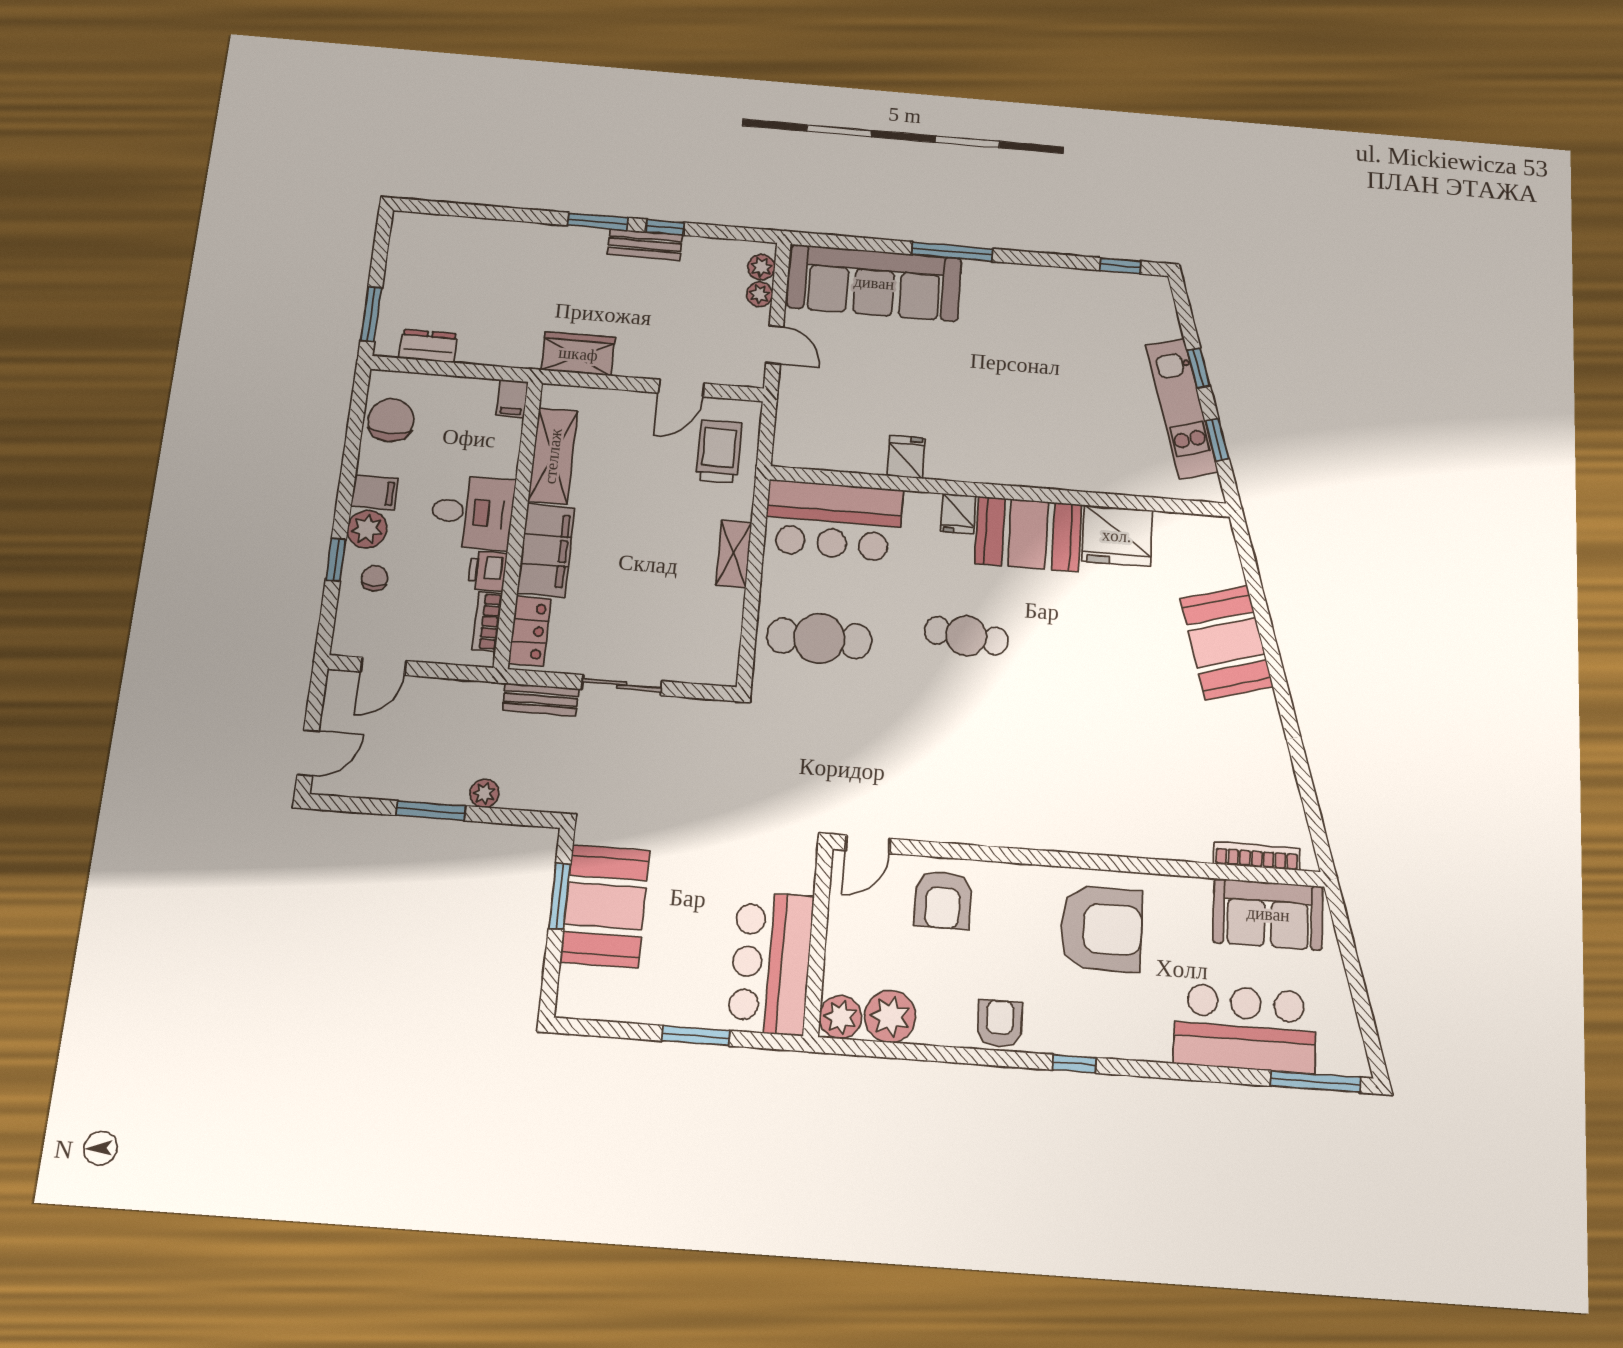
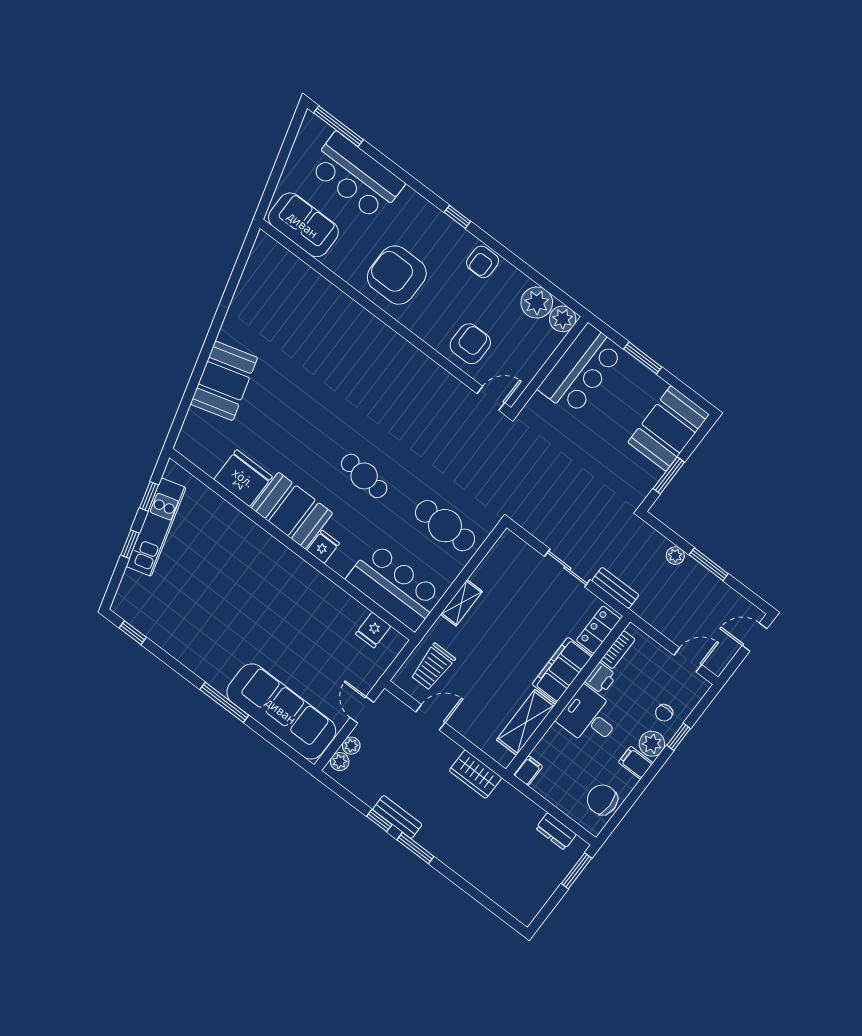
chair: (391, 420) -> (602, 800), turned 90
fridge: (906, 457) -> (373, 630), moved
bookcase: (1257, 856) -> (288, 258), removed
booth: (605, 906) -> (669, 428), moved

